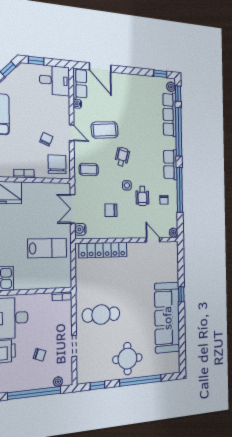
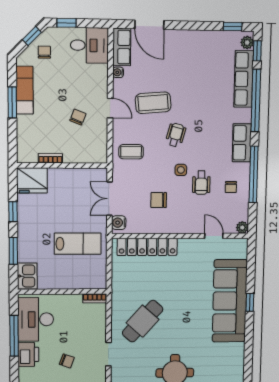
chair: (57, 164) -> (44, 52), moved, width x0.54, depth x0.54
cafe table: (101, 315) -> (143, 321), turned -48
sofa: (167, 318) -> (230, 301), moved

